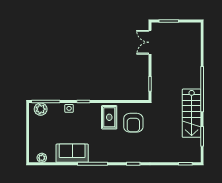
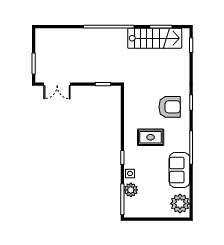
plant: (41, 109) -> (131, 190), moved
stairs: (192, 113) -> (155, 38), moved
rug: (109, 117) -> (151, 137), moved
armchair: (133, 123) -> (170, 107), moved
plant: (42, 158) -> (180, 204), width x1.88, depth x1.88

